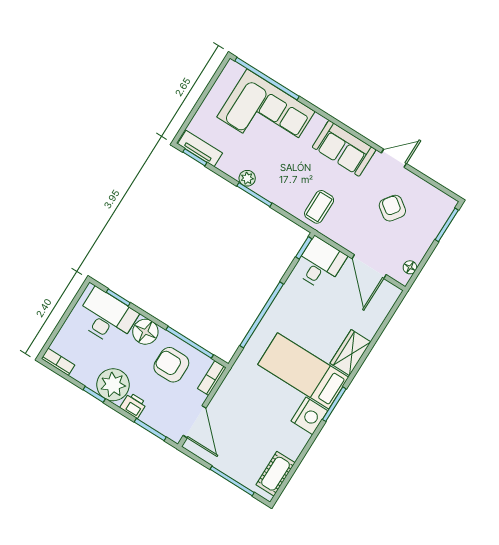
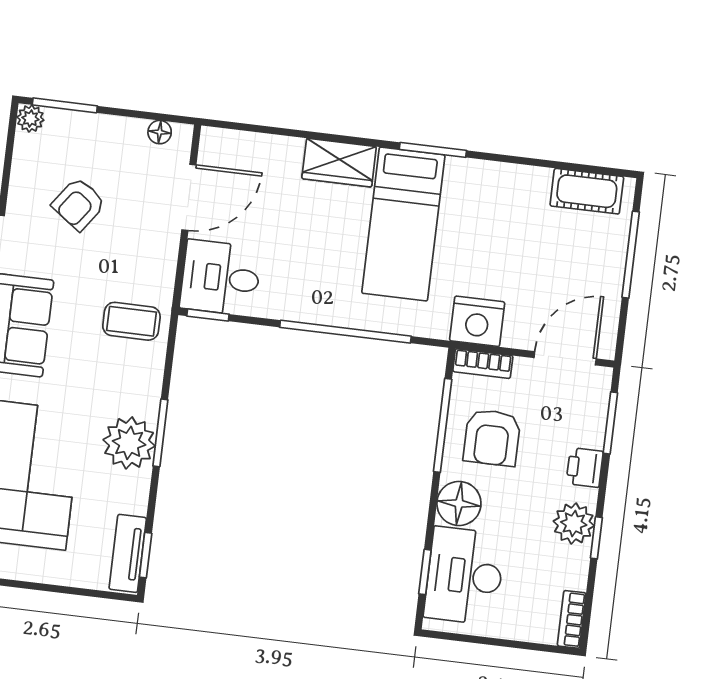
plant: (247, 178) -> (129, 443), width x1.88, depth x1.88
plant: (448, 204) -> (30, 119), added
plant: (113, 385) -> (574, 524), width x0.73, depth x0.73
nightstand: (309, 416) -> (477, 321), moved, turned 180

